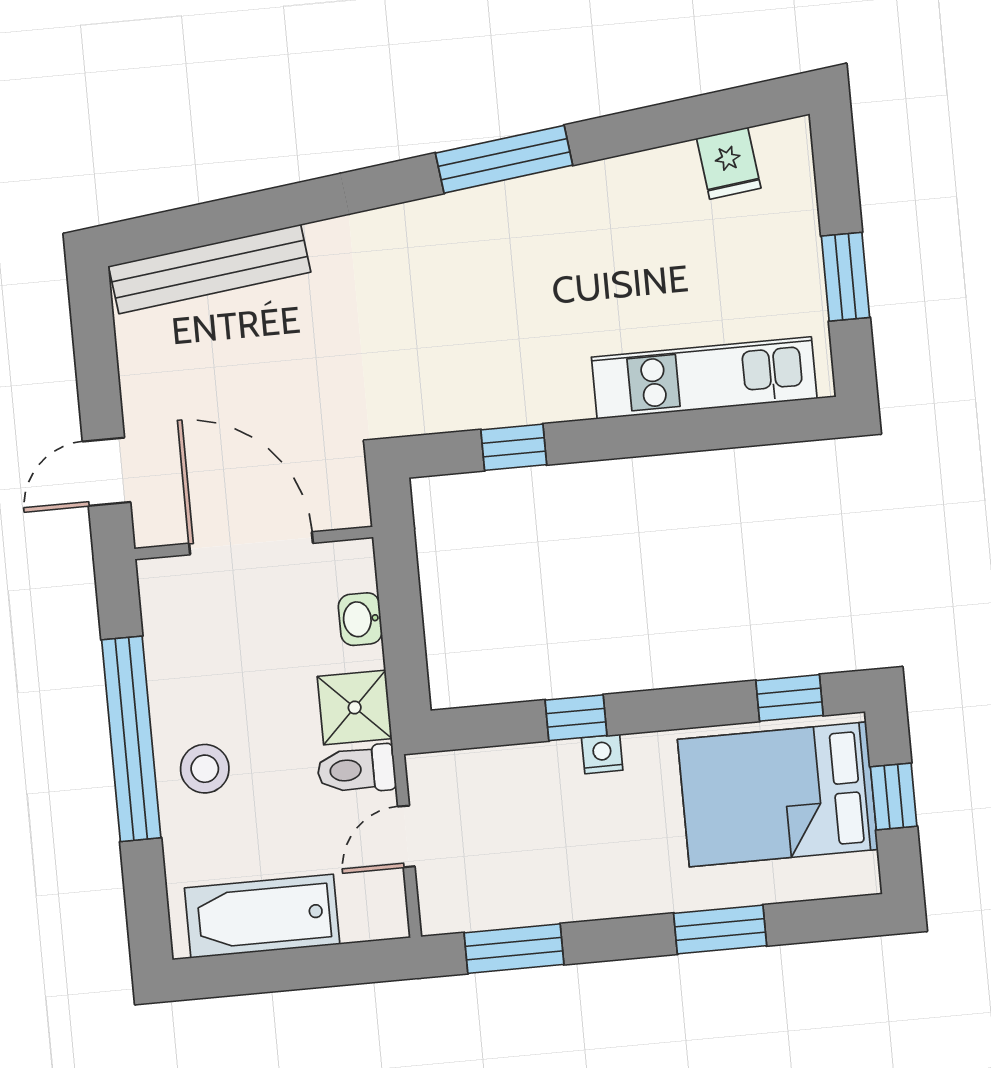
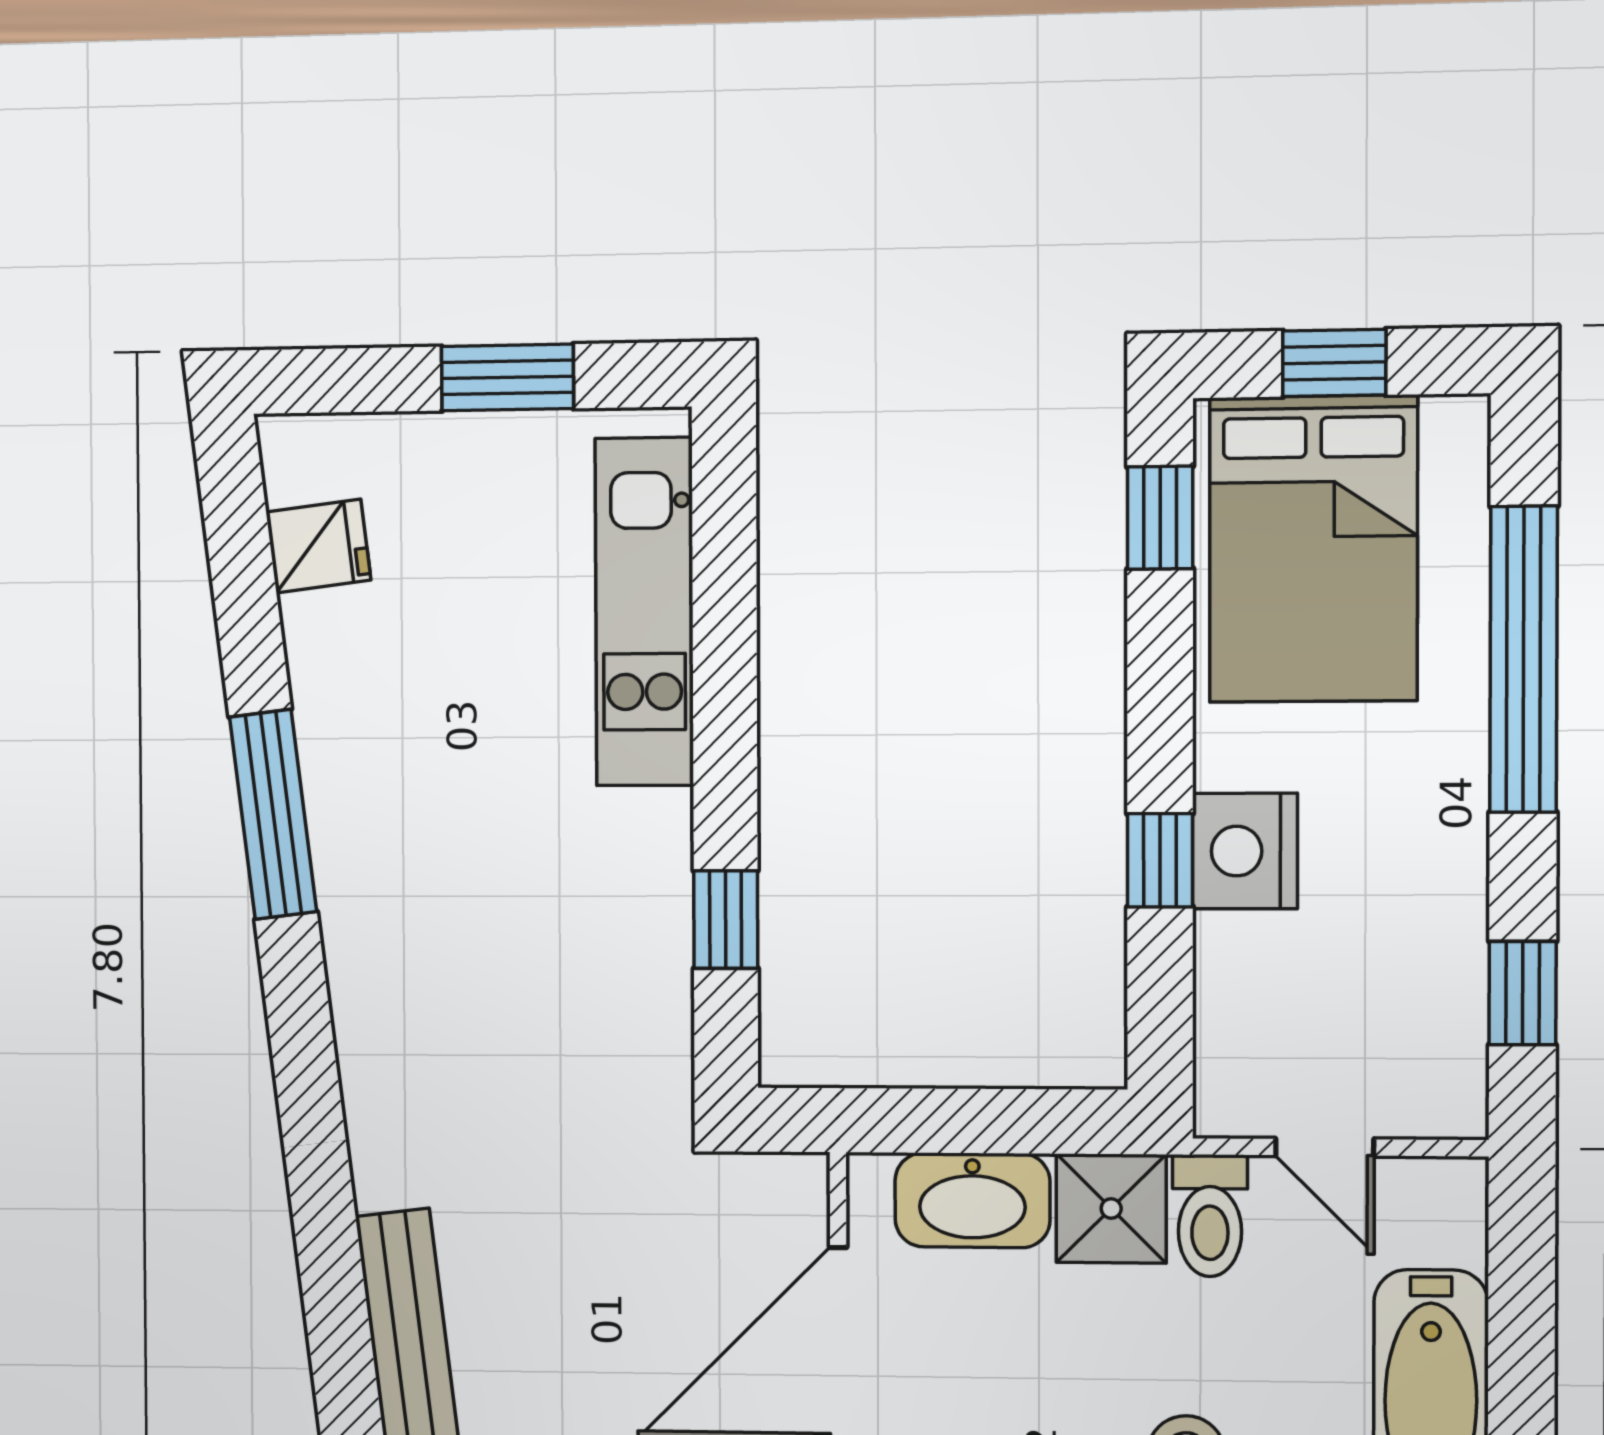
window: (504, 159) -> (273, 814), moved
washbasin: (360, 619) -> (972, 1200), width x1.91, depth x1.45
nightstand: (602, 754) -> (1245, 851), width x1.89, depth x1.79
window: (720, 929) -> (1524, 659), width x2.11
window: (514, 949) -> (1523, 993), width x0.67

